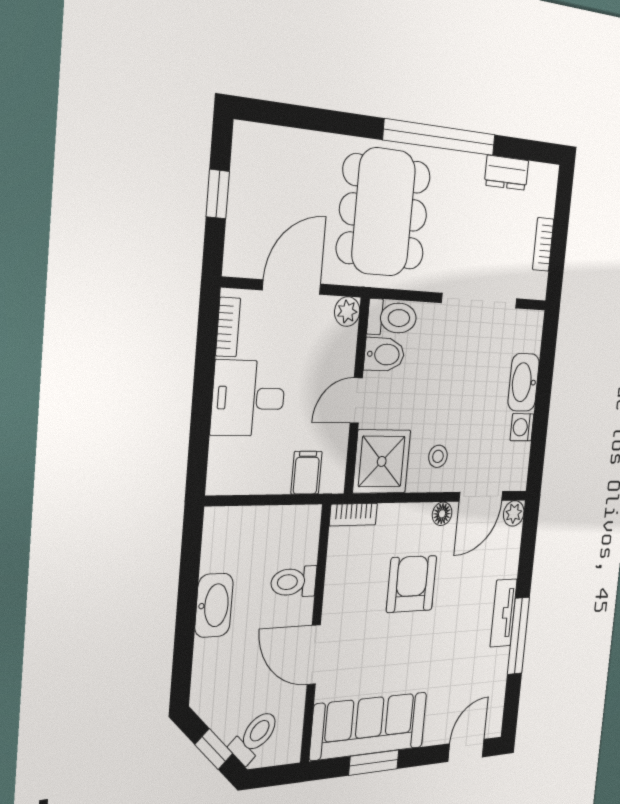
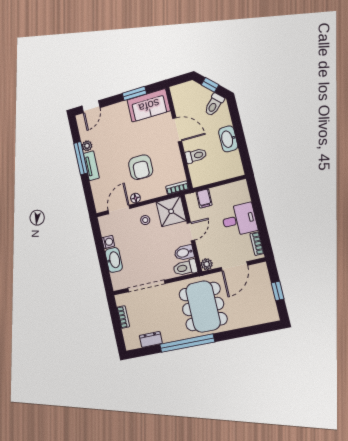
plant: (514, 513) -> (87, 146), moved
sofa: (369, 726) -> (149, 105), width x0.73
toilet: (255, 737) -> (214, 105), moved

